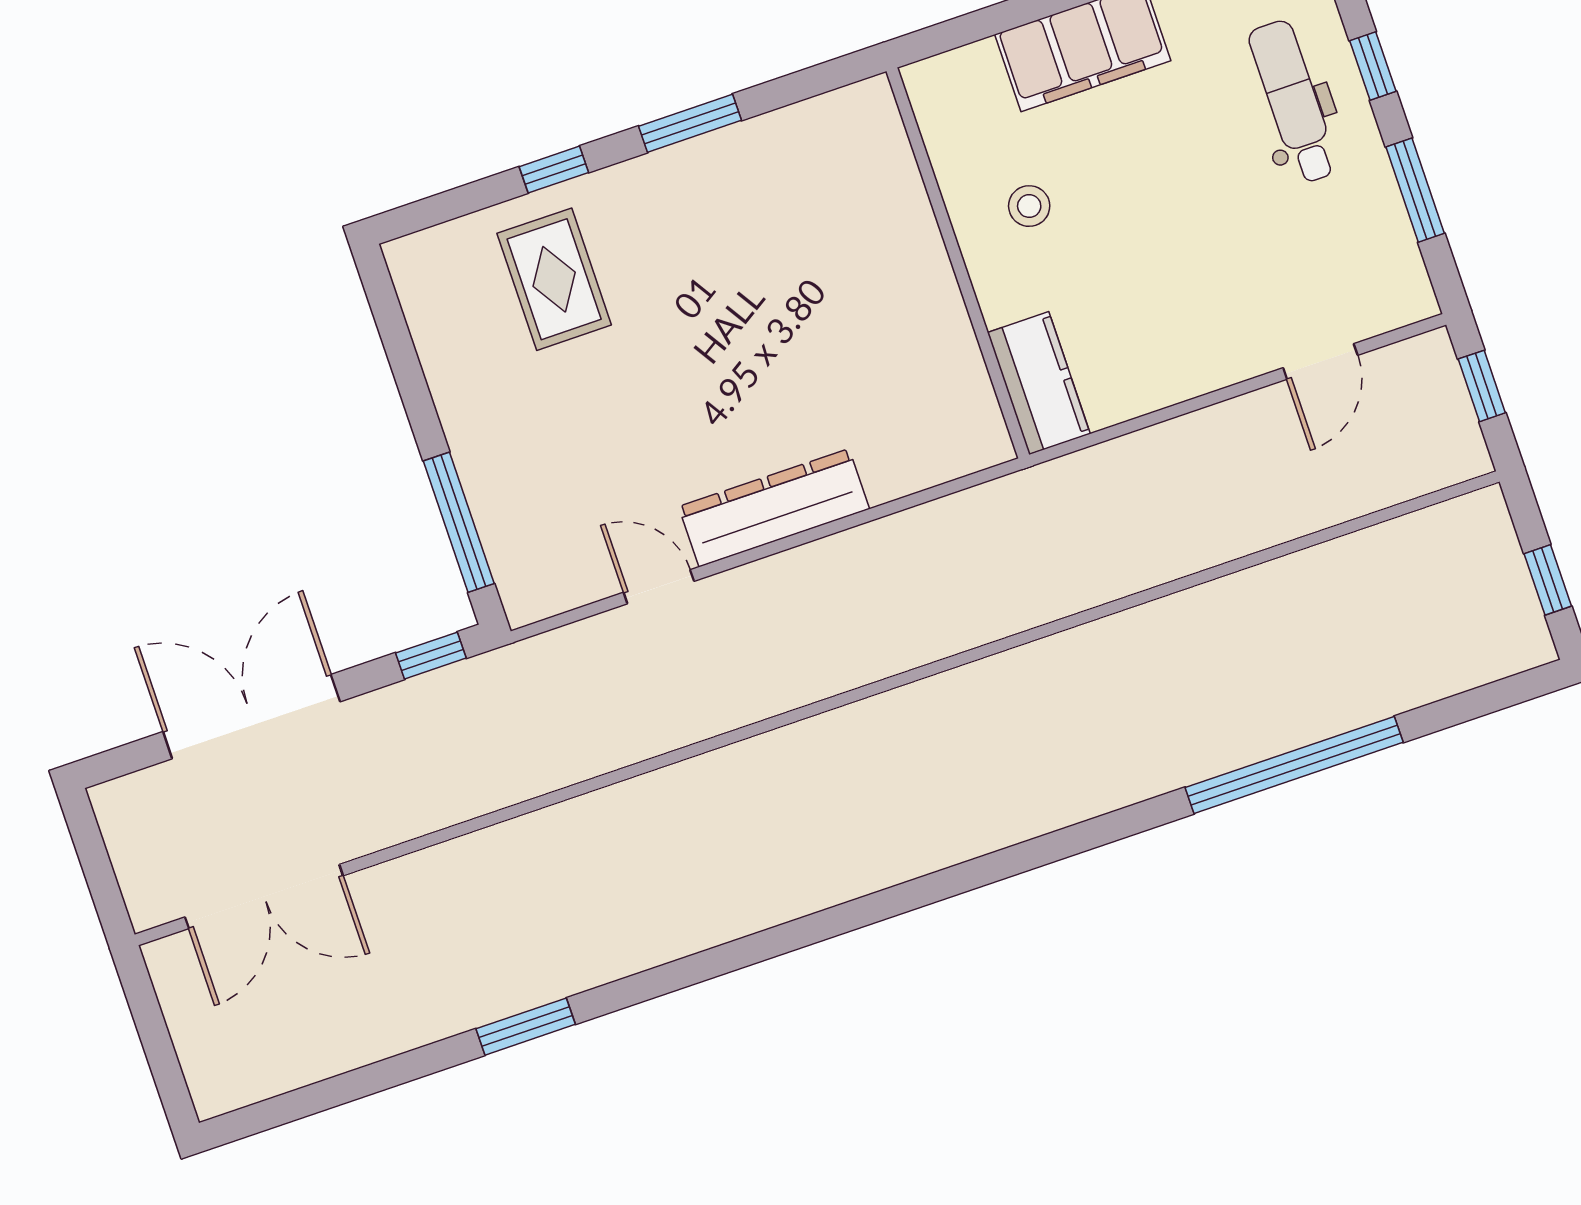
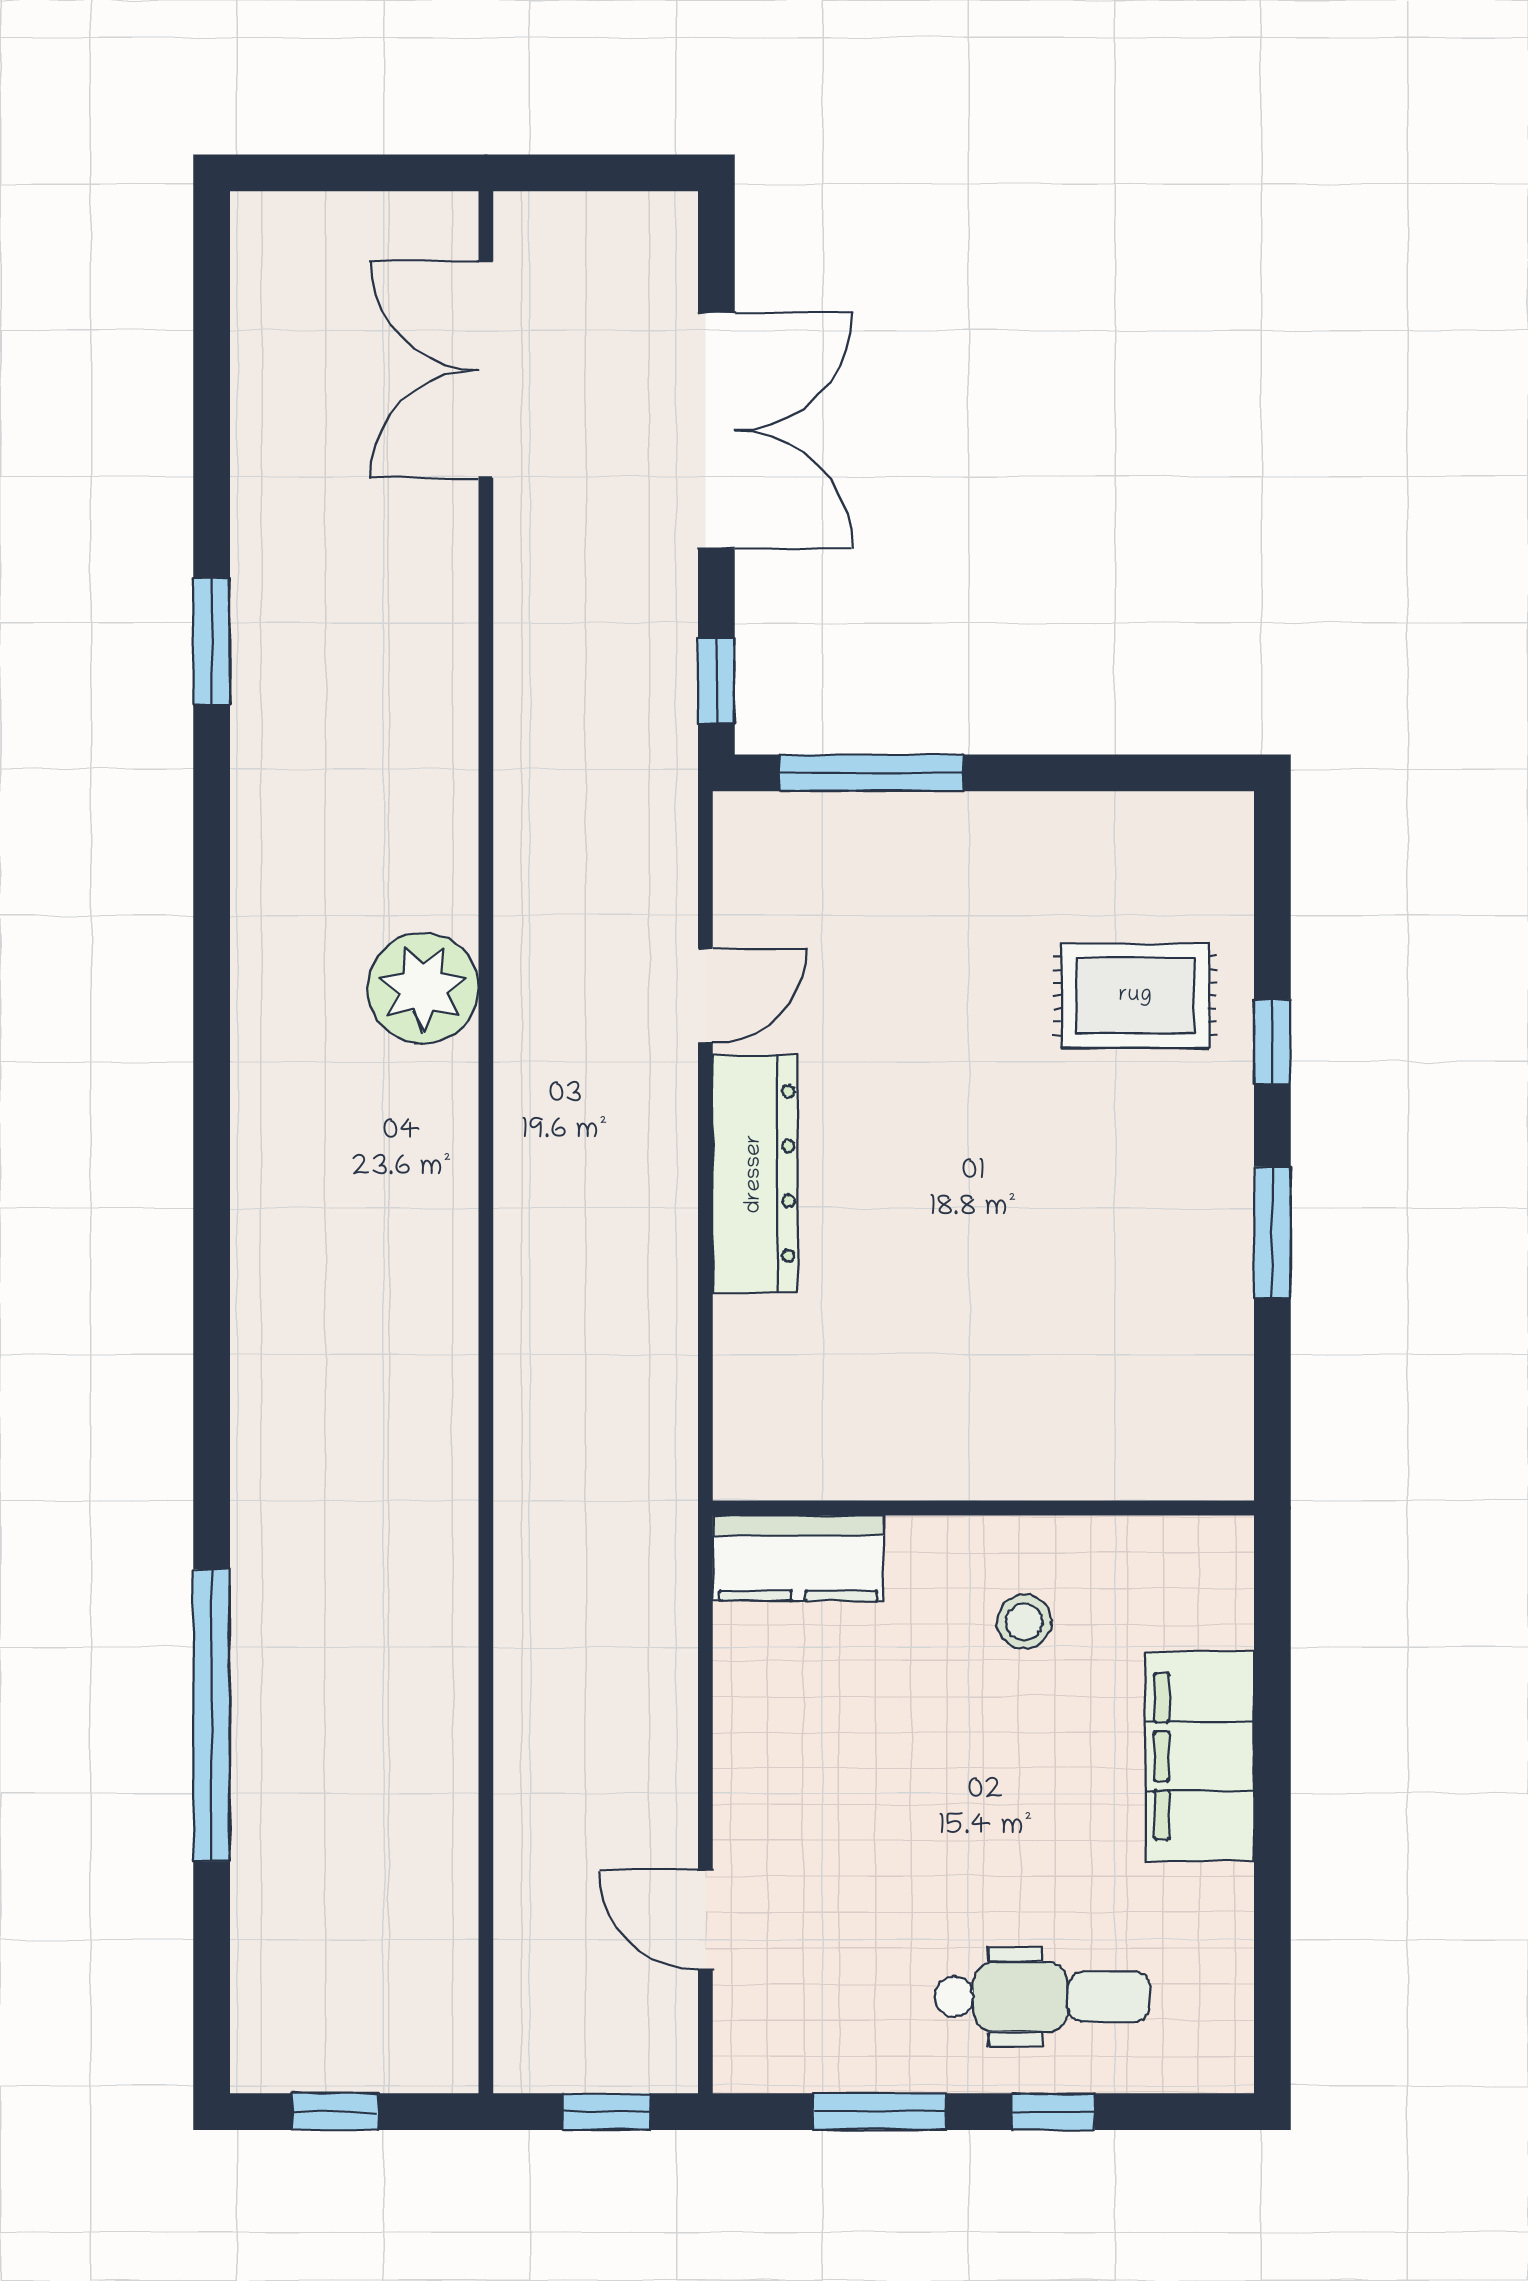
plant: (722, 791) -> (423, 988), added

